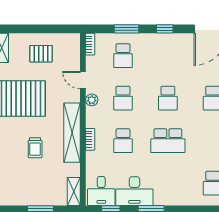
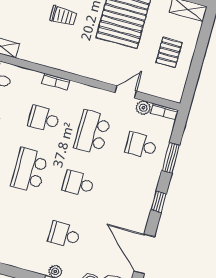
school desk: (123, 98) -> (92, 132), width x1.85
plant: (92, 100) -> (143, 108), moved
shelving: (72, 133) -> (69, 63), removed
trolley: (35, 148) -> (63, 16), turned 180

